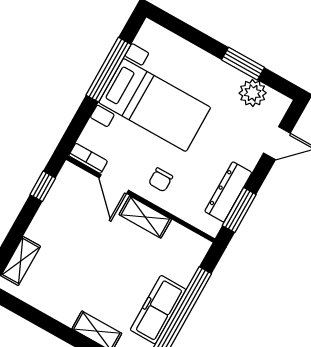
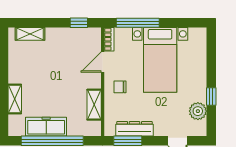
window: (243, 64) -> (211, 96), width x0.67
window: (109, 70) -> (138, 23), moved
shelving: (145, 217) -> (94, 105), moved

